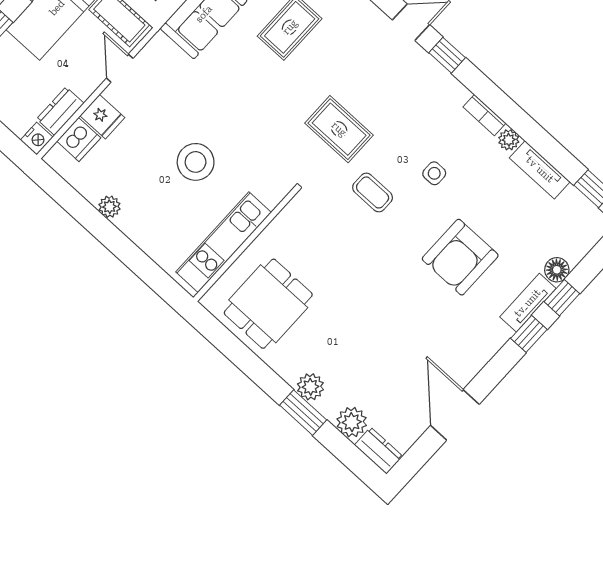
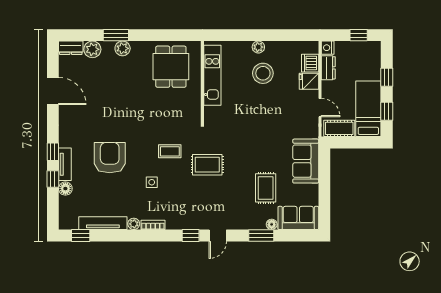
stool: (196, 162) -> (263, 73), moved
tv unit: (540, 170) -> (103, 223), width x1.41
plant: (109, 207) -> (258, 47), moved

